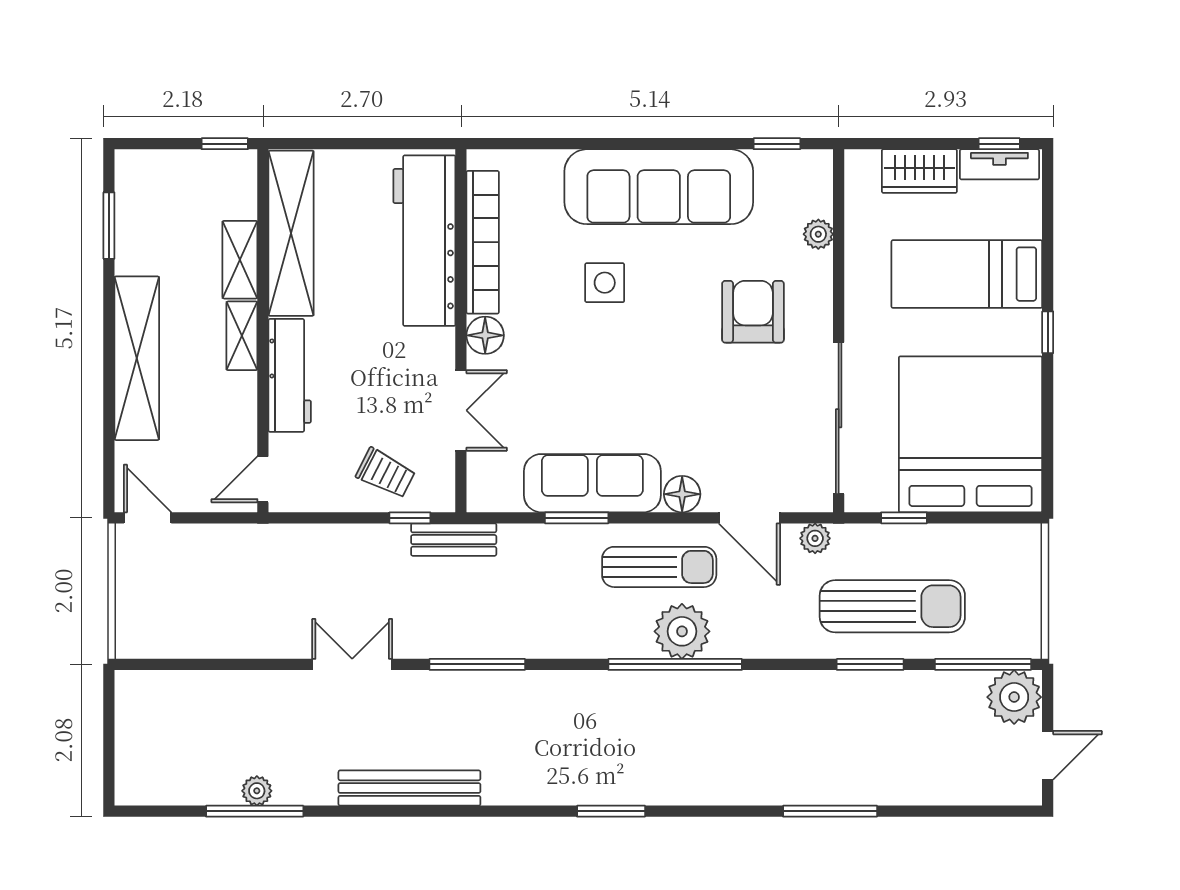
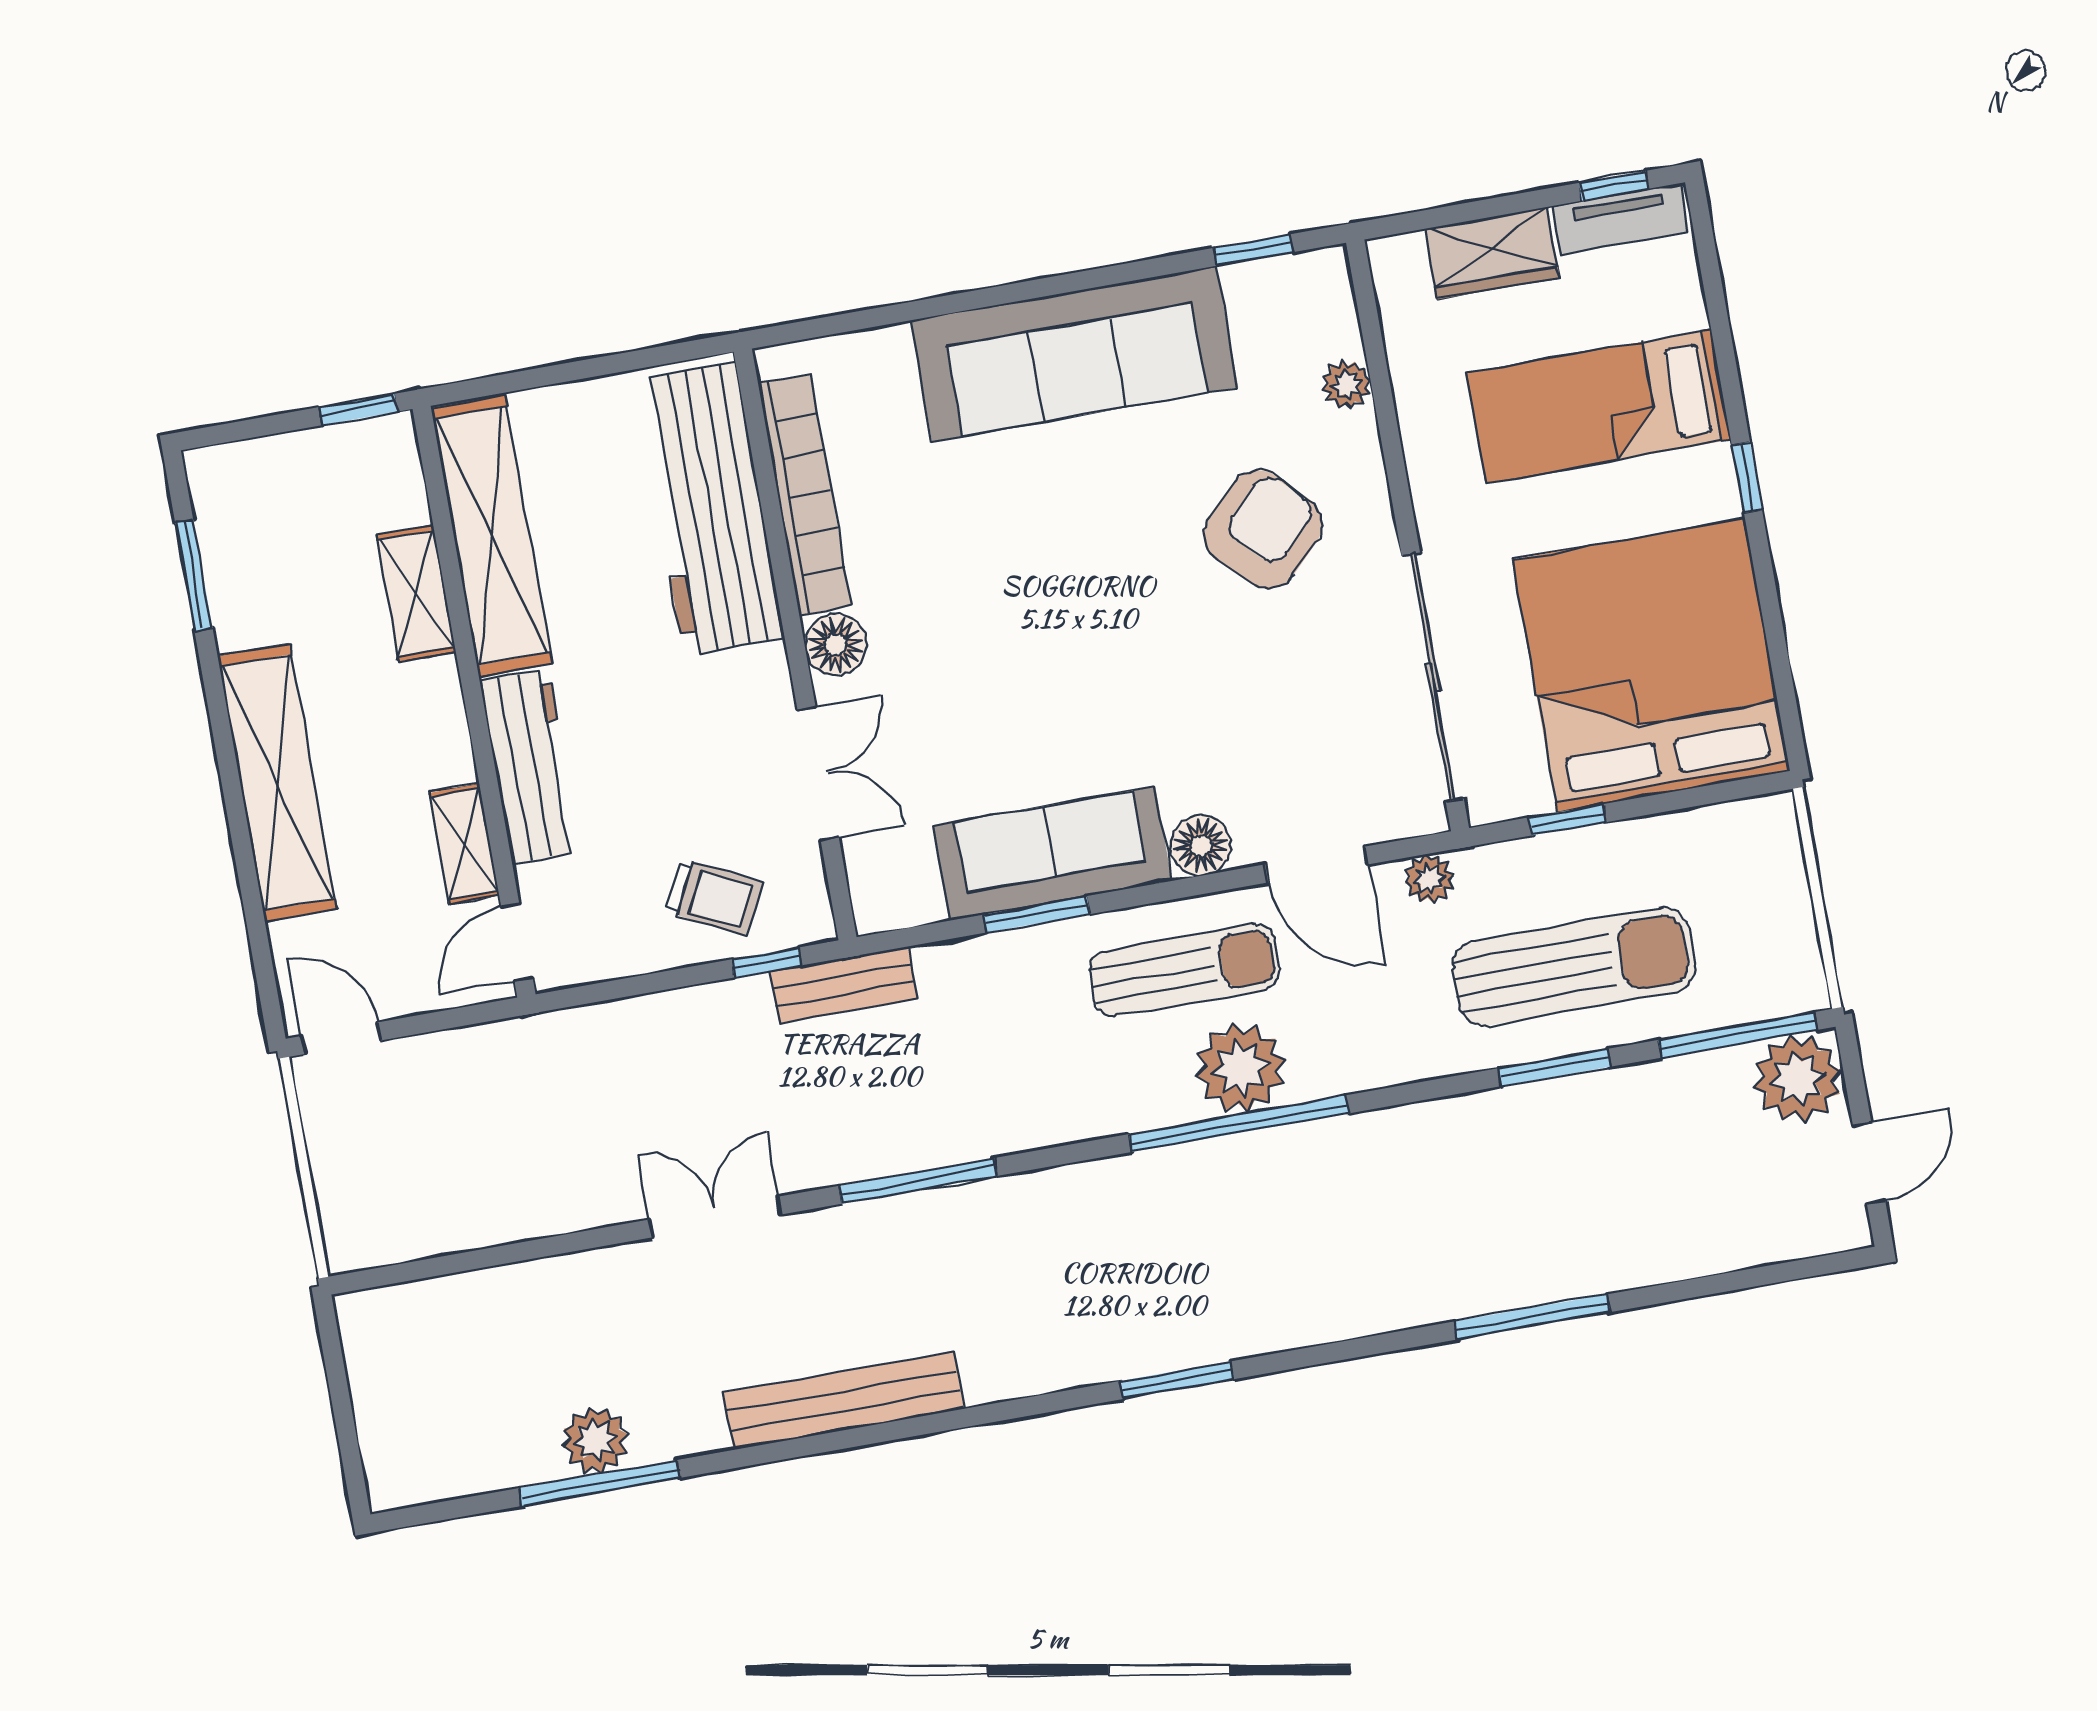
side table: (605, 283) -> (1014, 525), removed
armchair: (753, 312) -> (1263, 529), turned 45
shelving: (242, 336) -> (464, 844), moved
plant: (257, 791) -> (595, 1440), width x1.38, depth x1.38

